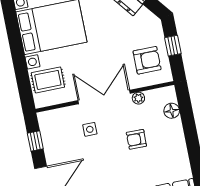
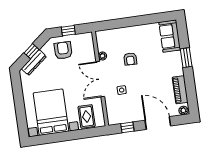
armchair: (147, 60) -> (63, 50), moved
floor lamp: (172, 111) -> (112, 34), removed

